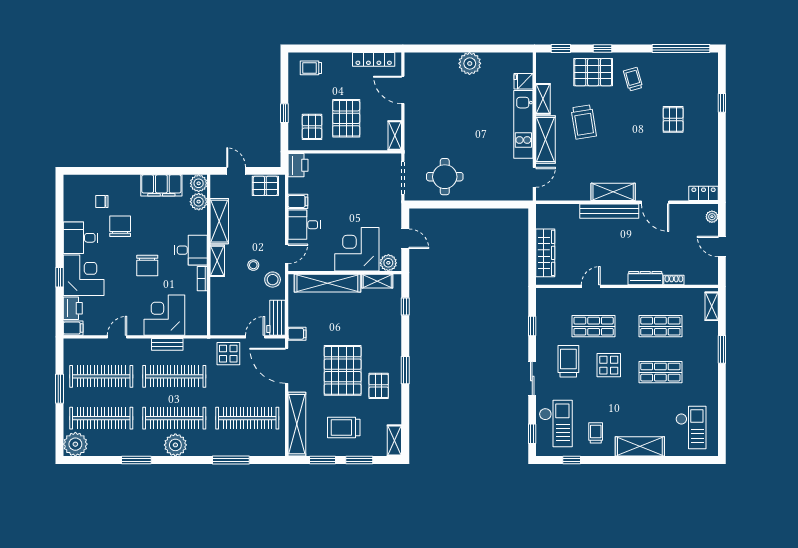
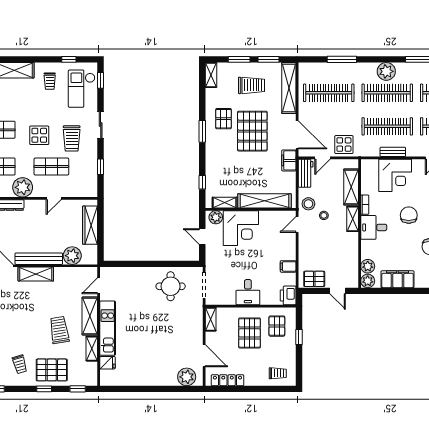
plant: (470, 63) -> (187, 377), moved
plant: (568, 215) -> (72, 256), added
shelving: (219, 221) -> (351, 187), moved
desk: (304, 225) -> (248, 292), moved, turned 90
plant: (630, 300) -> (23, 187), added
filing cabinet: (297, 334) -> (289, 160), width x2.00

